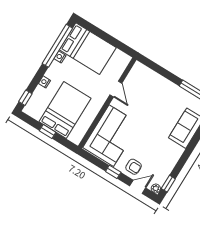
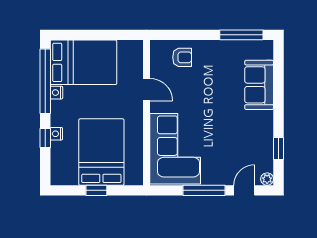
window: (25, 98) -> (45, 138), moved
armchair: (134, 167) -> (182, 57), moved
window: (113, 172) -> (204, 190), width x2.17
window: (168, 184) -> (278, 149), moved

